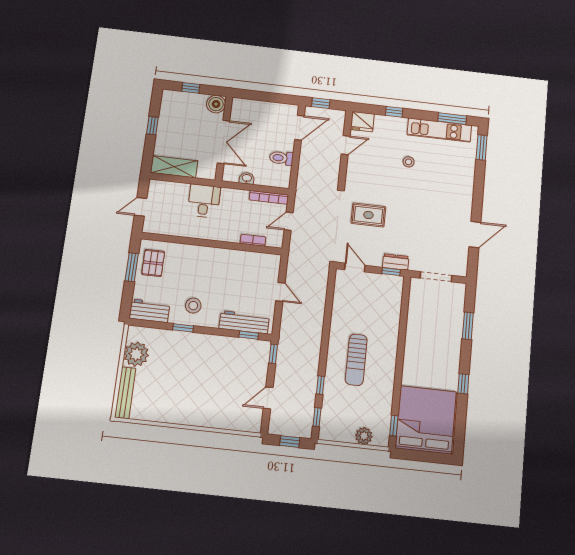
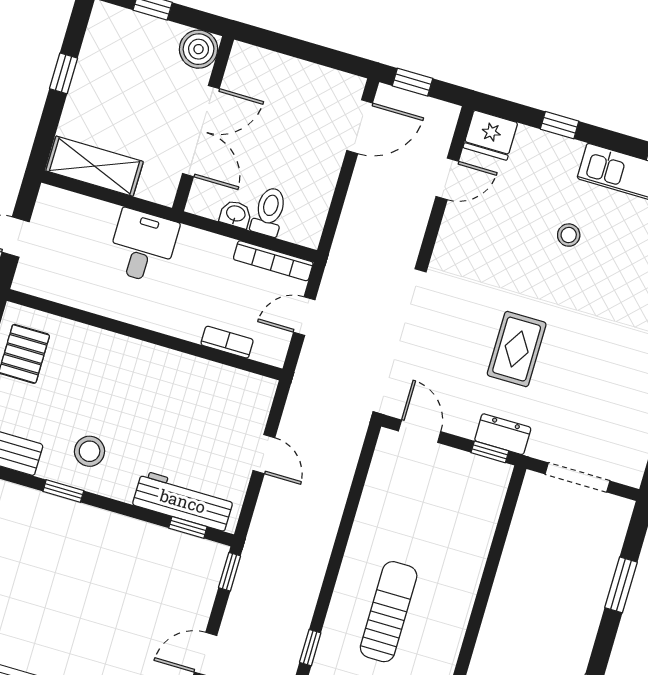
toilet: (281, 158) -> (269, 212), moved, turned 90
rug: (368, 215) -> (517, 349), moved, turned 90
sun lounger: (356, 360) -> (389, 612), turned 180

